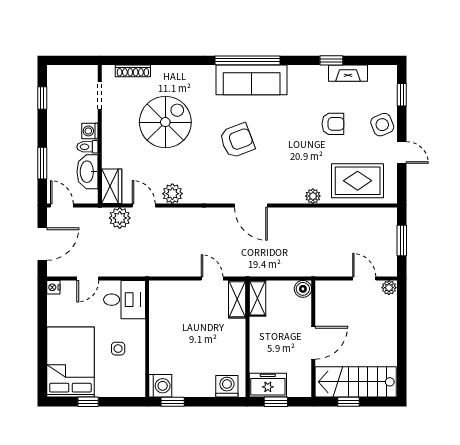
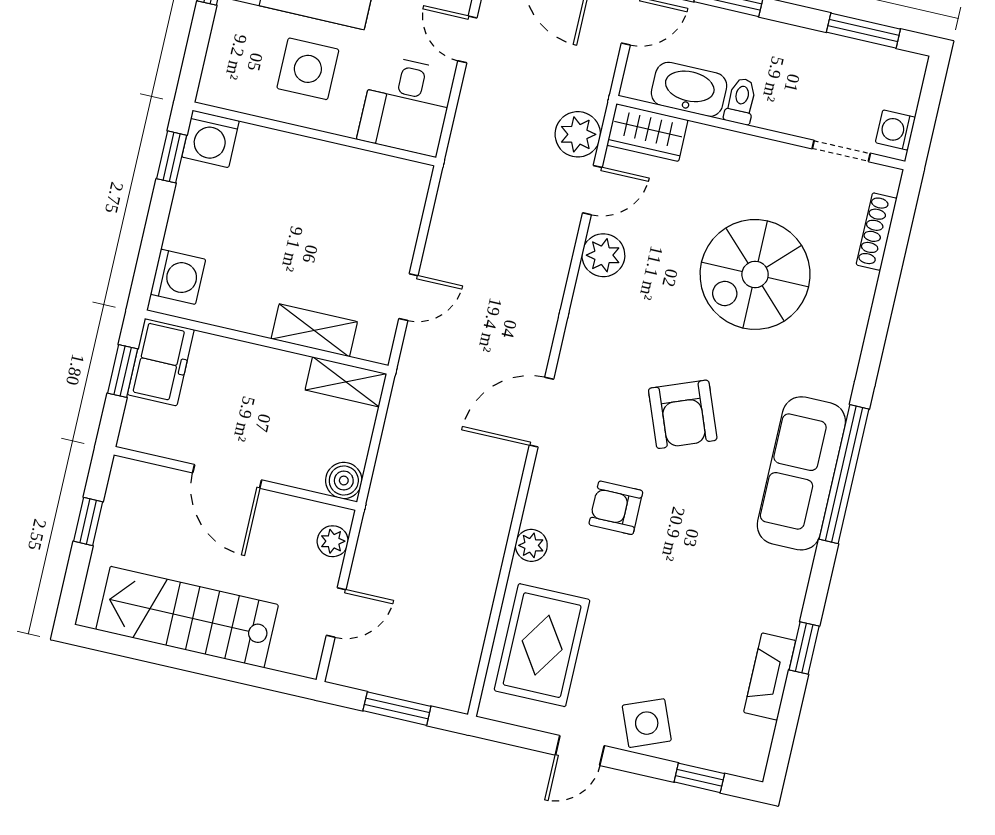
window: (42, 98) -> (863, 31), width x1.50
spiral stairs: (165, 122) -> (755, 274), turned 90
armchair: (333, 124) -> (616, 508), moved, turned 90
washing machine: (90, 131) -> (895, 130), moved, turned -90
plant: (389, 288) -> (333, 541), moved
shelving: (237, 299) -> (314, 330), moved
side table: (118, 349) -> (308, 69), width x1.87, depth x1.87
stairs: (356, 382) -> (187, 617), moved, turned -90

